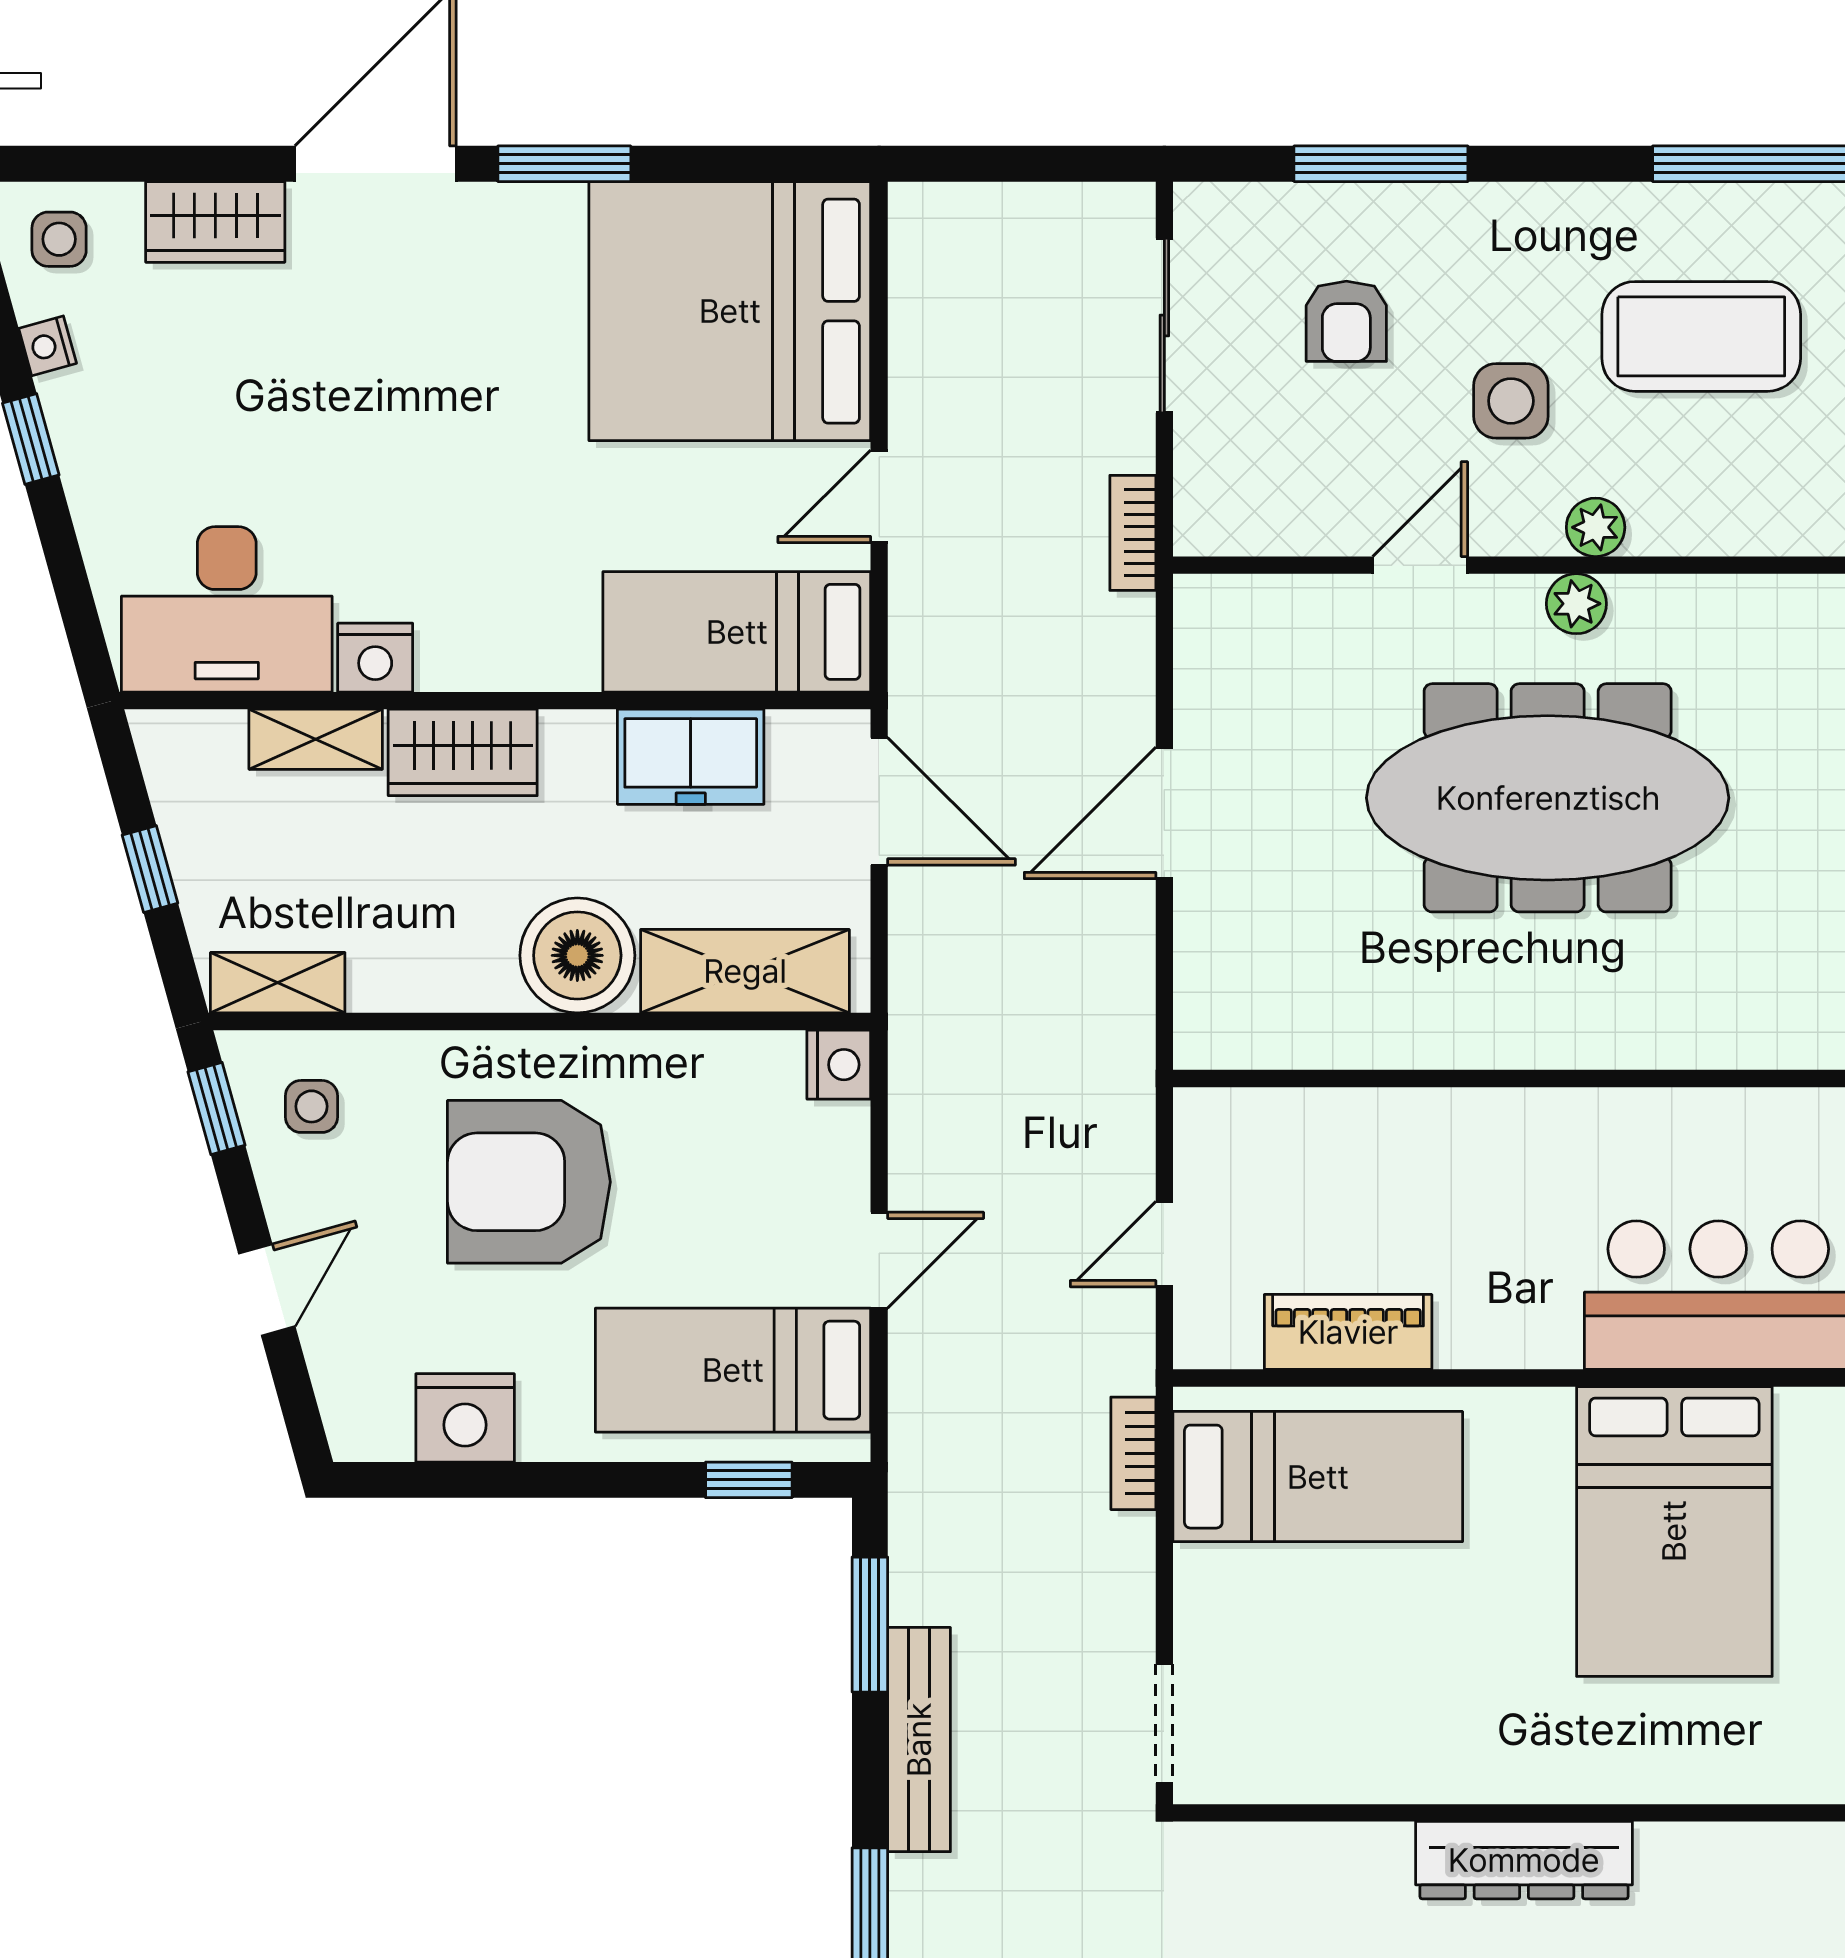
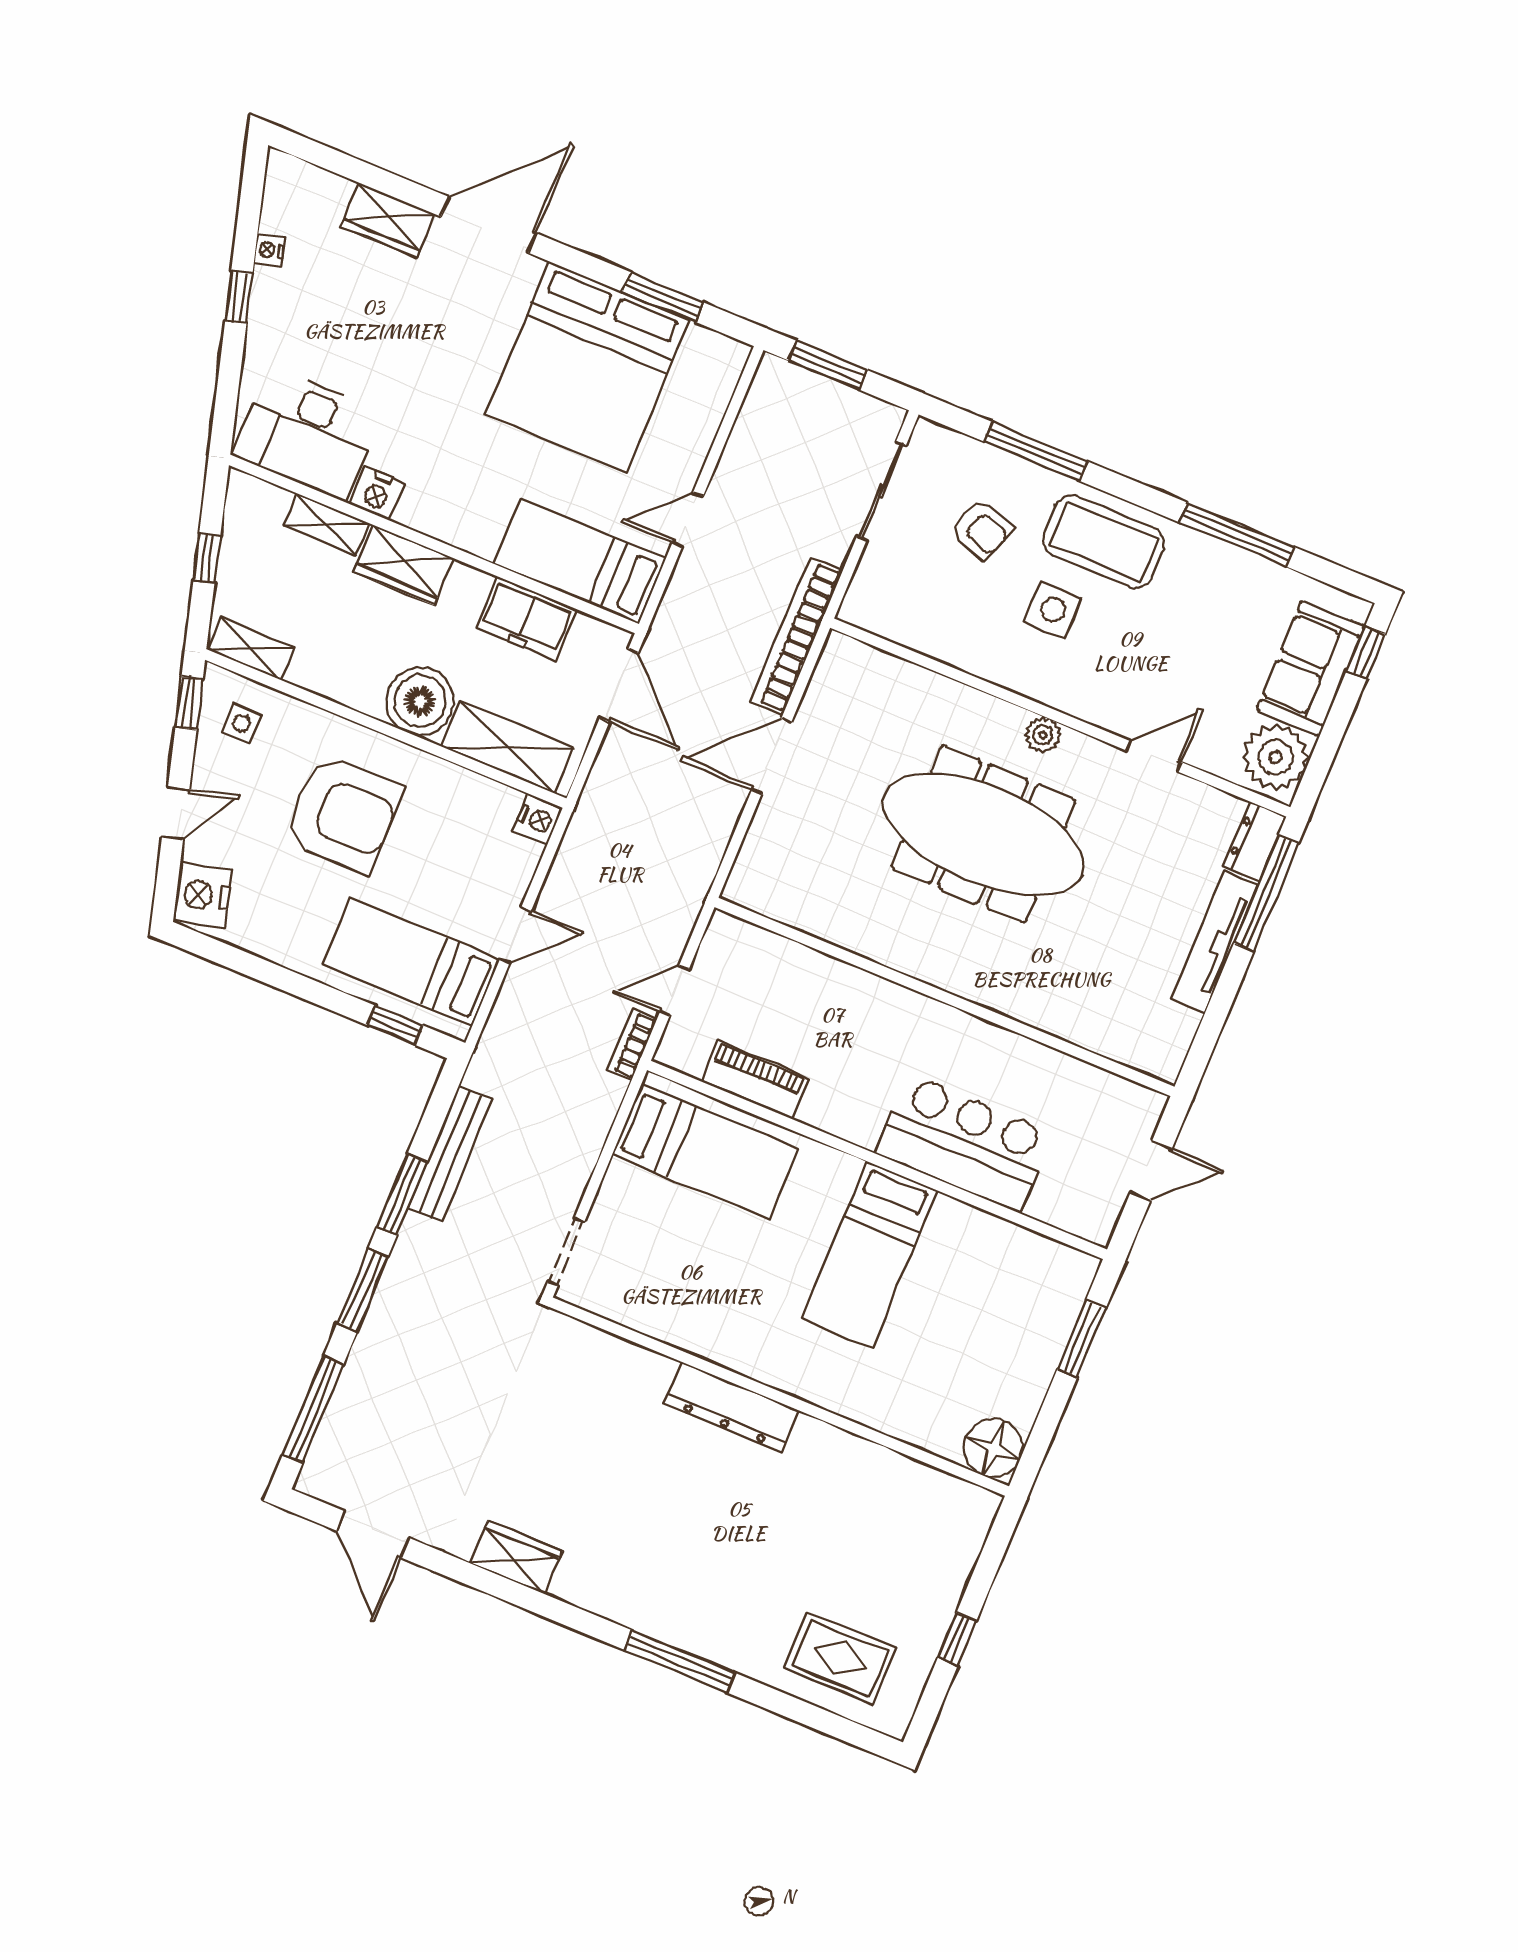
window: (564, 164) -> (663, 297), moved
window: (999, 164) -> (828, 365), added
side table: (59, 239) -> (299, 195), removed
bed: (730, 311) -> (588, 367), moved, turned -90
armchair: (1346, 321) -> (981, 529), turned -71
coffee table: (1701, 336) -> (1104, 542), moved
plant: (1596, 527) -> (1071, 698), removed
bookcase: (1133, 533) -> (797, 636), width x2.31, depth x1.31
door: (1420, 565) -> (1153, 756), moved
armchair: (529, 1182) -> (343, 813), turned 180
nightstand: (465, 1418) -> (202, 895), moved, turned 74
bookcase: (1133, 1453) -> (632, 1045), moved
bed: (1674, 1531) -> (869, 1255), width x0.67
window: (870, 1625) -> (402, 1195), moved
bench: (919, 1740) -> (450, 1154), moved

